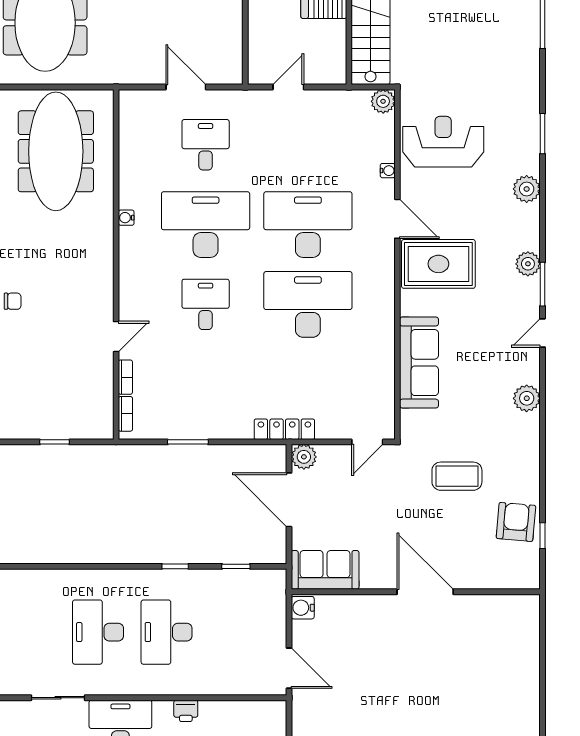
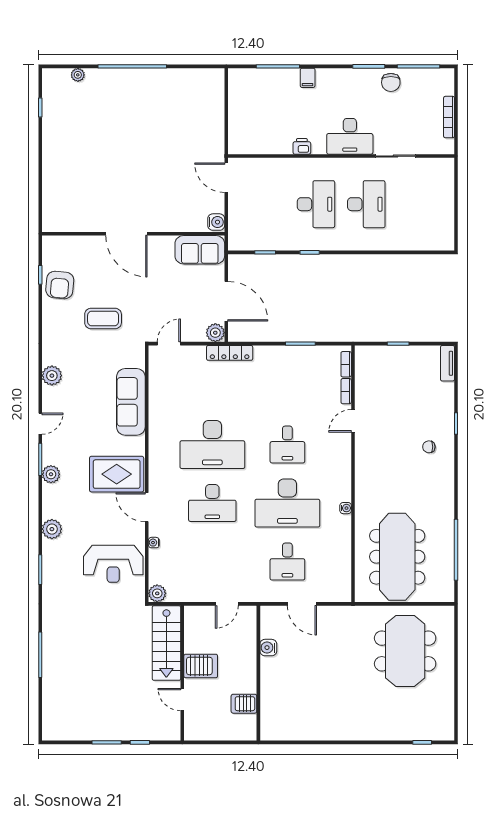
water cooler: (232, 27) -> (268, 648), added
desk: (308, 225) -> (212, 503), width x0.73, depth x0.77

